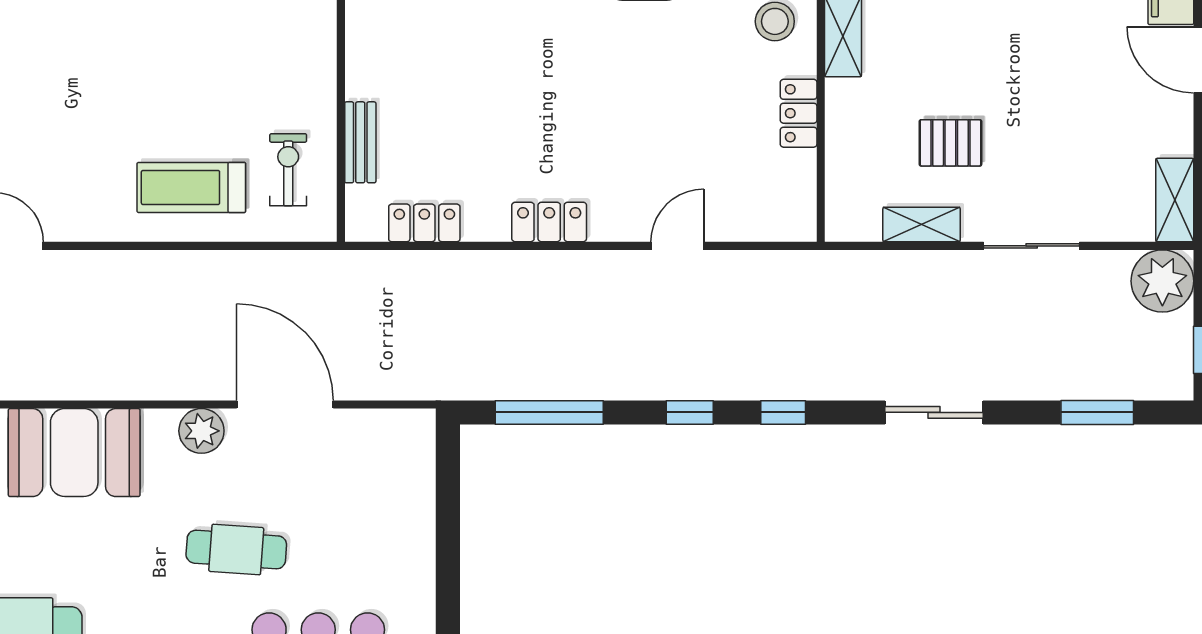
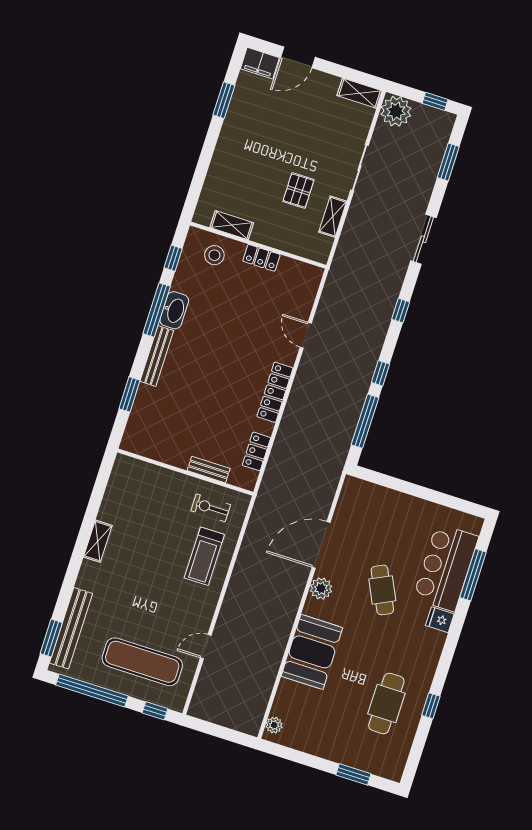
locker: (549, 222) -> (275, 392), width x1.53
window: (690, 412) -> (380, 373), moved
cafe table: (236, 550) -> (382, 590), turned -30

